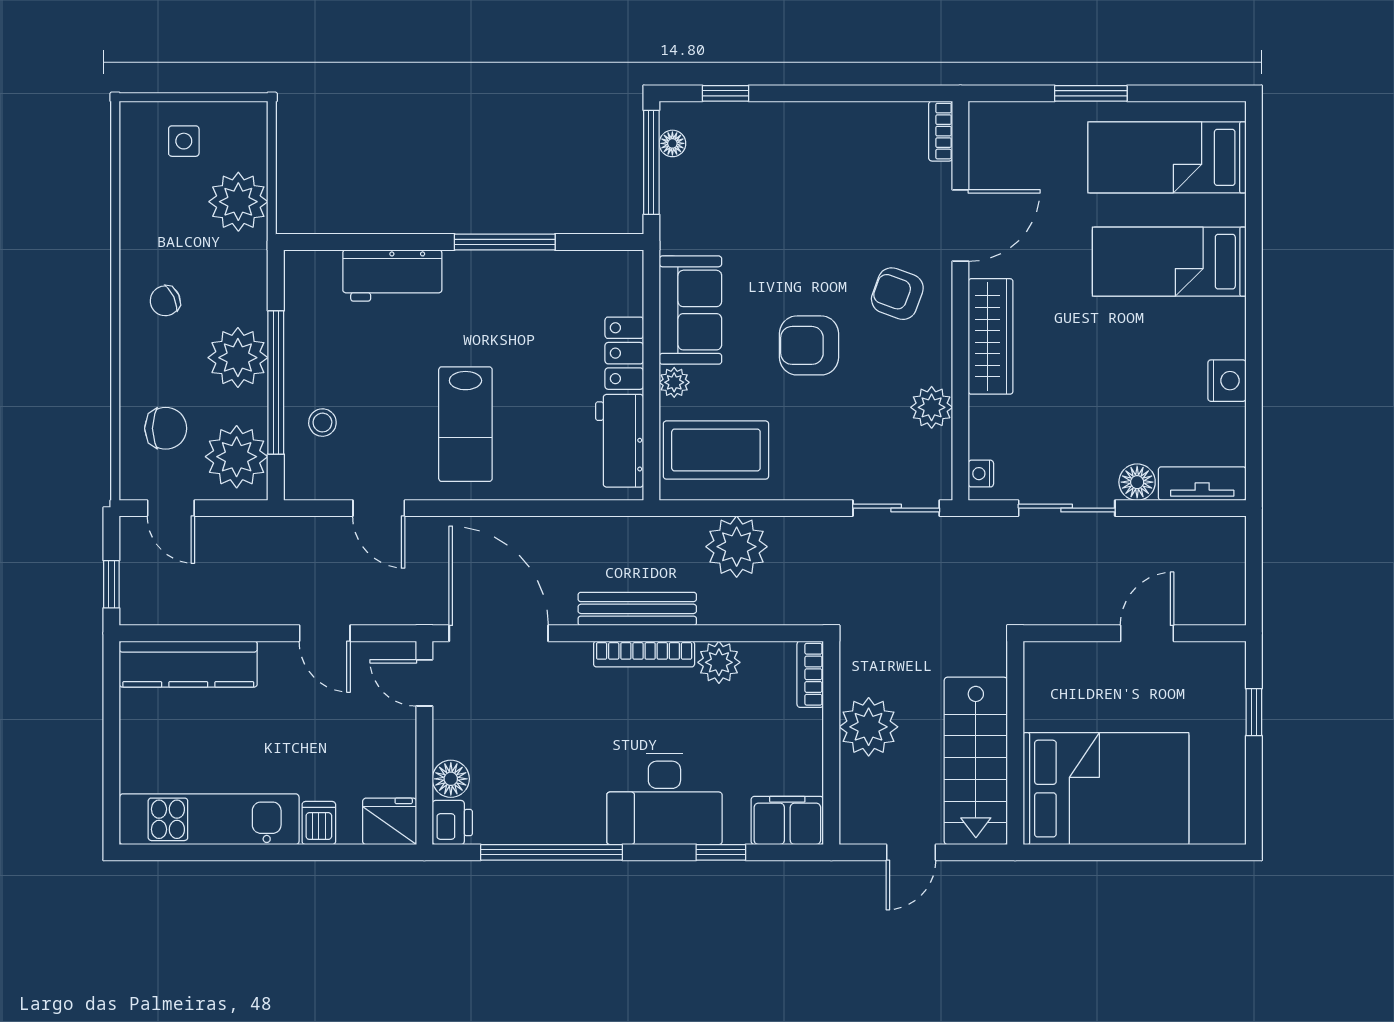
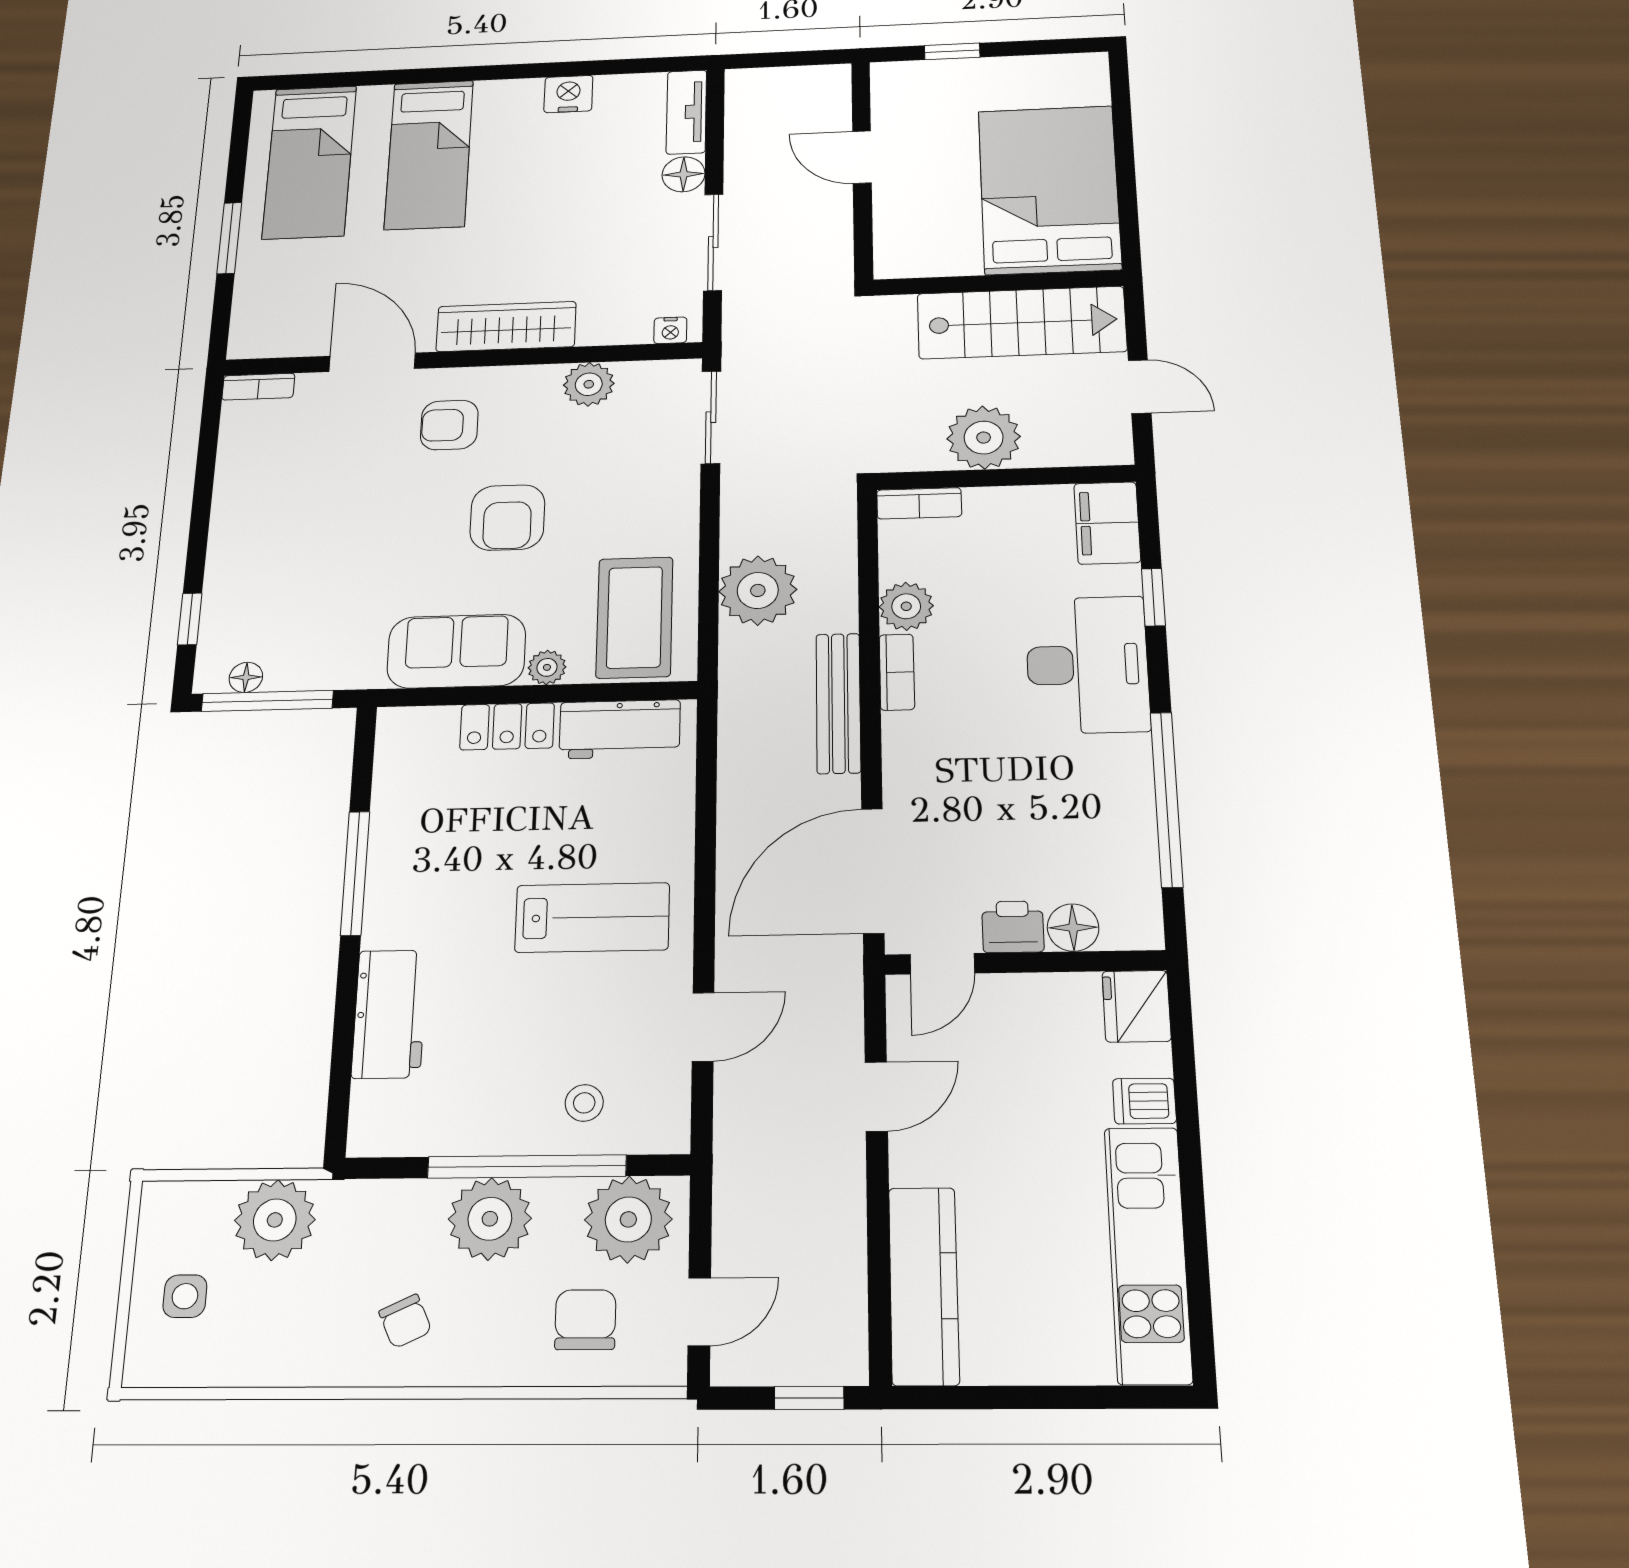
armchair: (897, 294) -> (449, 425), turned 70
bookcase: (644, 654) -> (897, 672), width x0.64
printer: (452, 823) -> (1013, 927), moved

